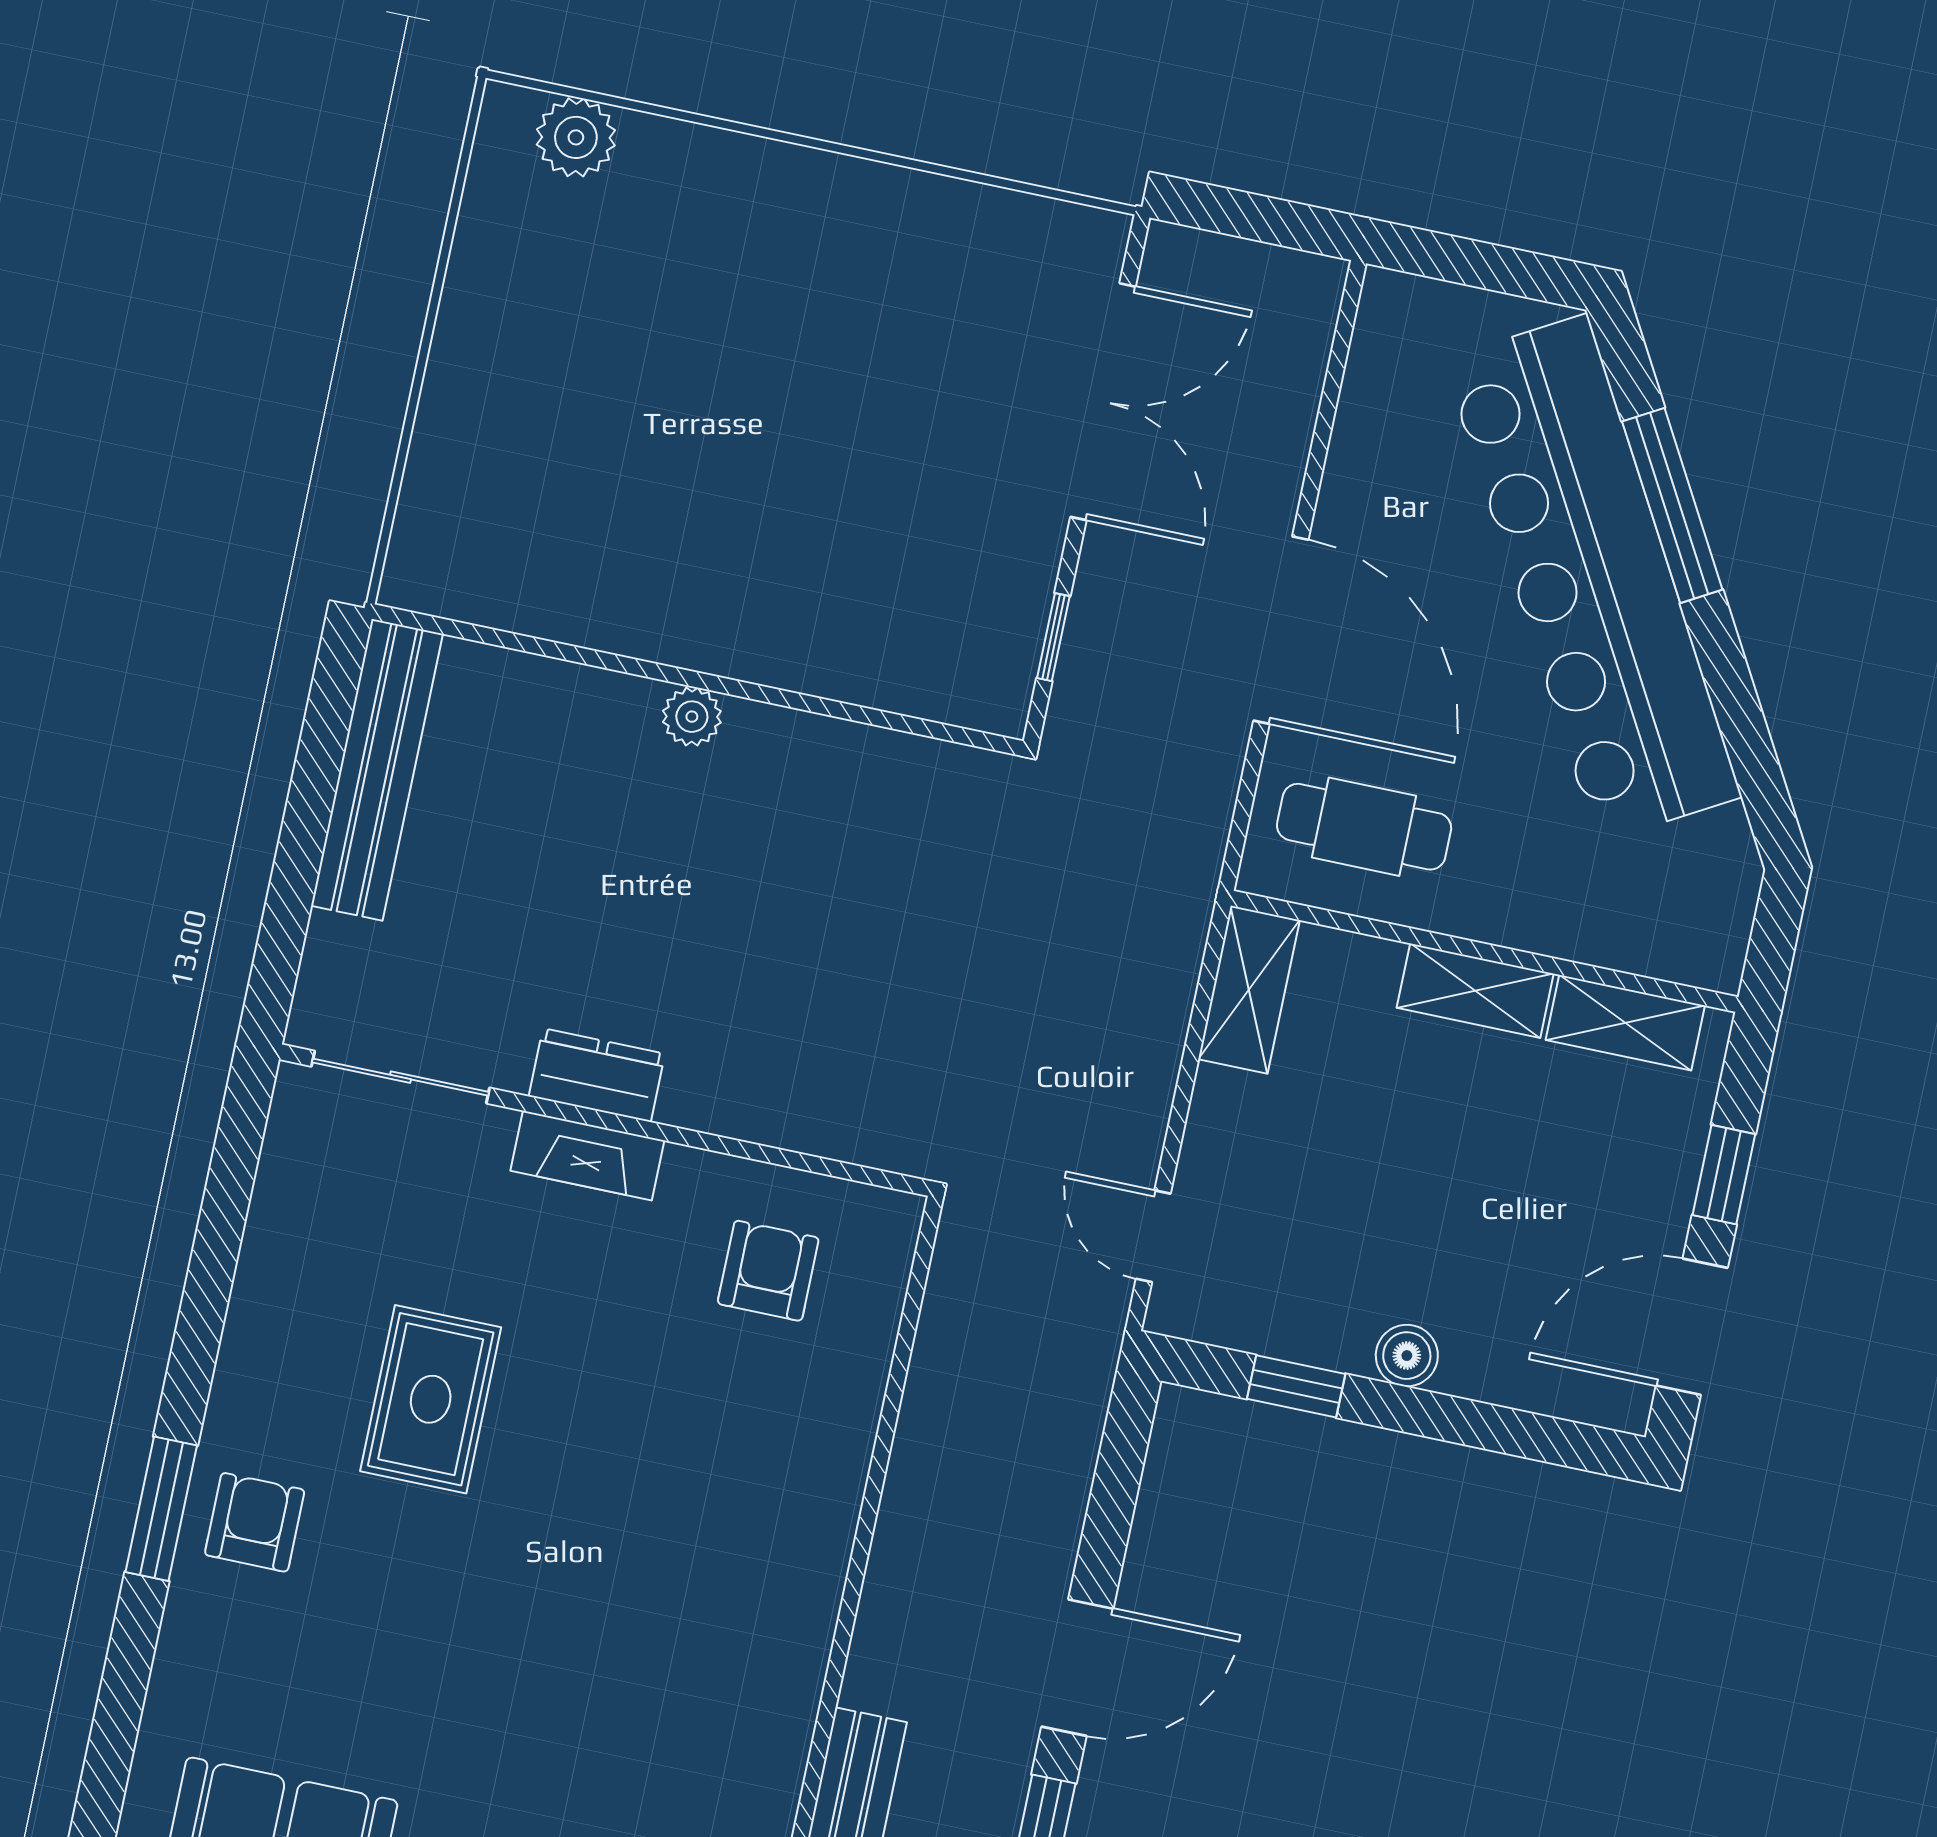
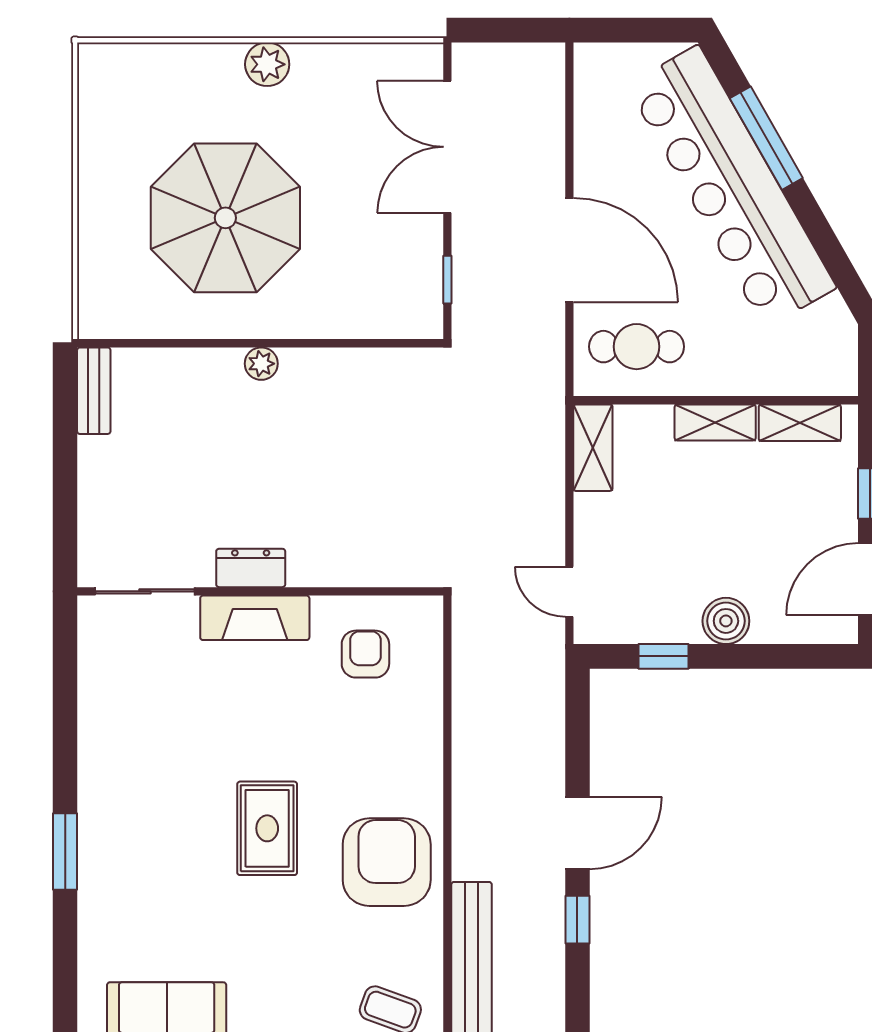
plant: (576, 137) -> (267, 64), moved
double door: (1103, 402) -> (447, 147), swing flipped
parasol: (683, 445) -> (225, 218), added
bench: (377, 770) -> (94, 391), width x0.54, depth x0.82
fireplace: (587, 1156) -> (255, 618), width x1.37, depth x1.32
boiler: (1407, 1356) -> (726, 621), width x1.36, depth x1.36
rug: (431, 1399) -> (267, 828), moved
armchair: (255, 1522) -> (387, 862), moved, width x1.88, depth x1.88

